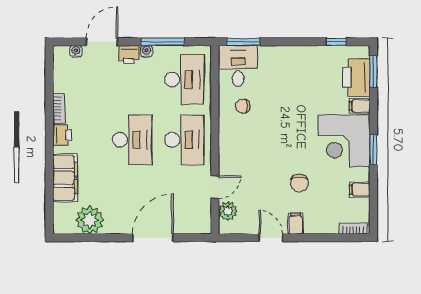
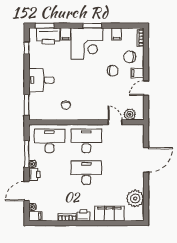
door: (102, 42) -> (27, 191), hinge flipped
filing cabinet: (61, 56) -> (35, 216), added
desk: (238, 66) -> (41, 80), moved
chair: (322, 211) -> (130, 57), added
door: (153, 238) -> (146, 160), swing flipped

